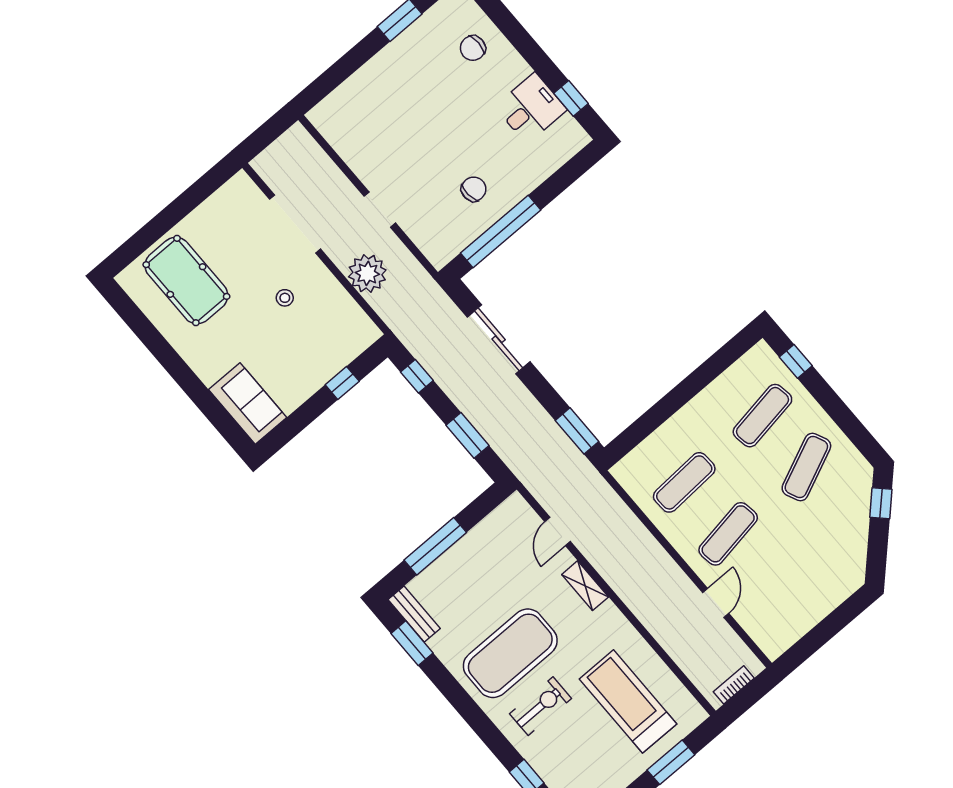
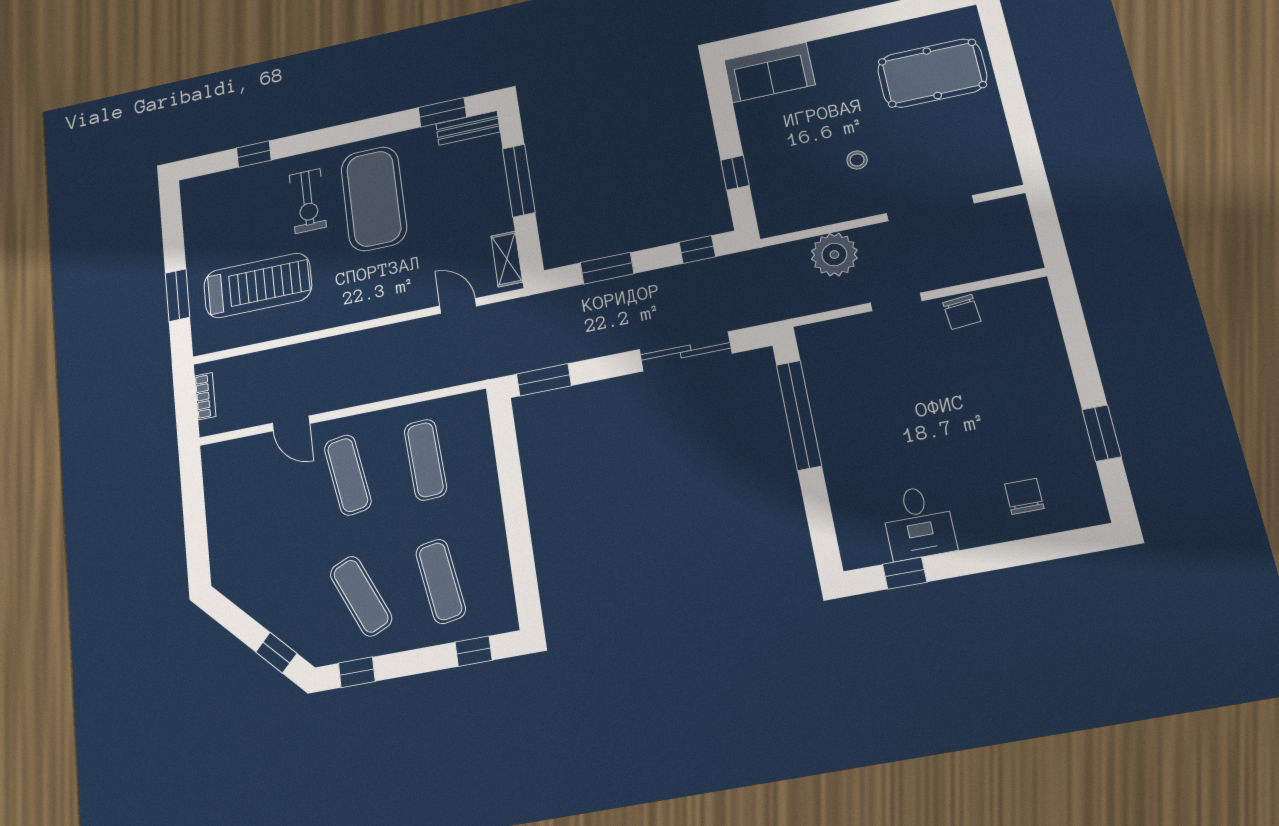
chair: (474, 189) -> (962, 312), moved
window: (859, 436) -> (357, 672), added
shelving: (585, 586) -> (507, 259), moved, turned 90

